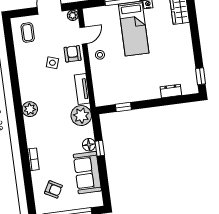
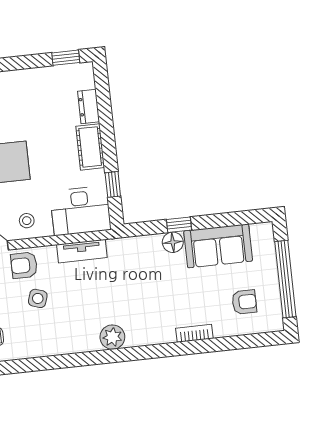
desk: (107, 88) -> (80, 211), added
cot: (146, 93) -> (90, 147), added
plant: (81, 116) -> (125, 254), removed
armchair: (53, 189) -> (244, 302), turned 61

